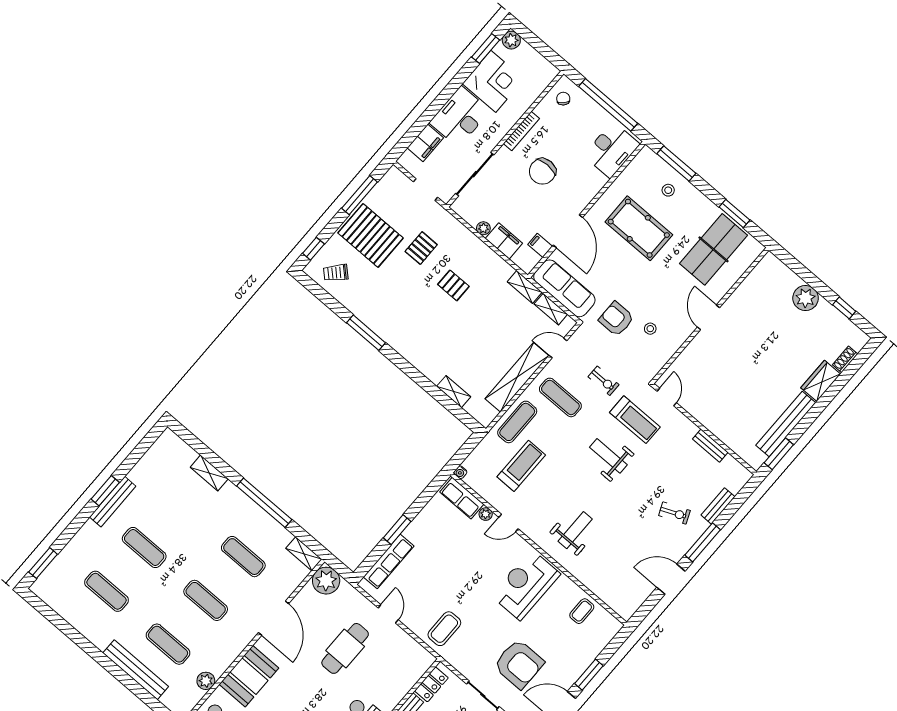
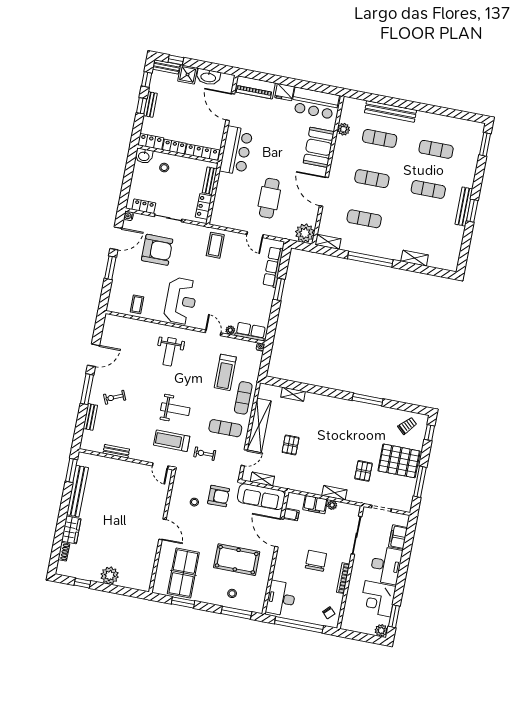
pallet: (453, 285) -> (291, 445), moved, turned 90
shelving: (525, 287) -> (334, 493), moved
door: (508, 523) -> (213, 333), hinge flipped
armchair: (519, 664) -> (157, 250), turned 180

